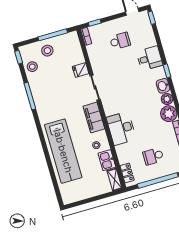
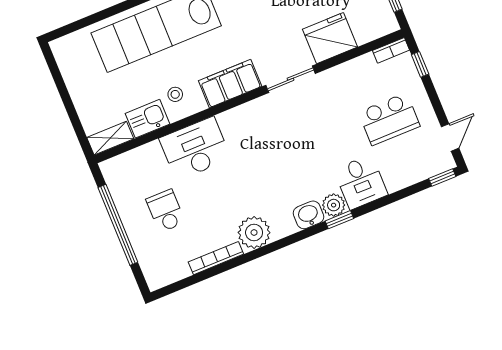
school desk: (120, 41) -> (389, 119), width x1.85
fridge: (81, 70) -> (330, 38), width x1.88, depth x1.34
plant: (167, 99) -> (334, 205), moved
desk: (121, 128) -> (195, 149), moved
locker: (127, 173) -> (126, 162), removed

